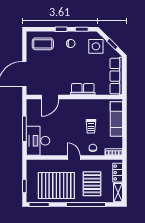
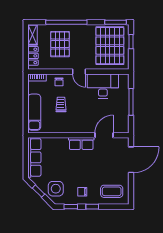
row of seats: (83, 89) -> (81, 144), moved
desk: (38, 141) -> (103, 86), moved, turned -90
pallet: (56, 186) -> (110, 46), moved, turned 90

